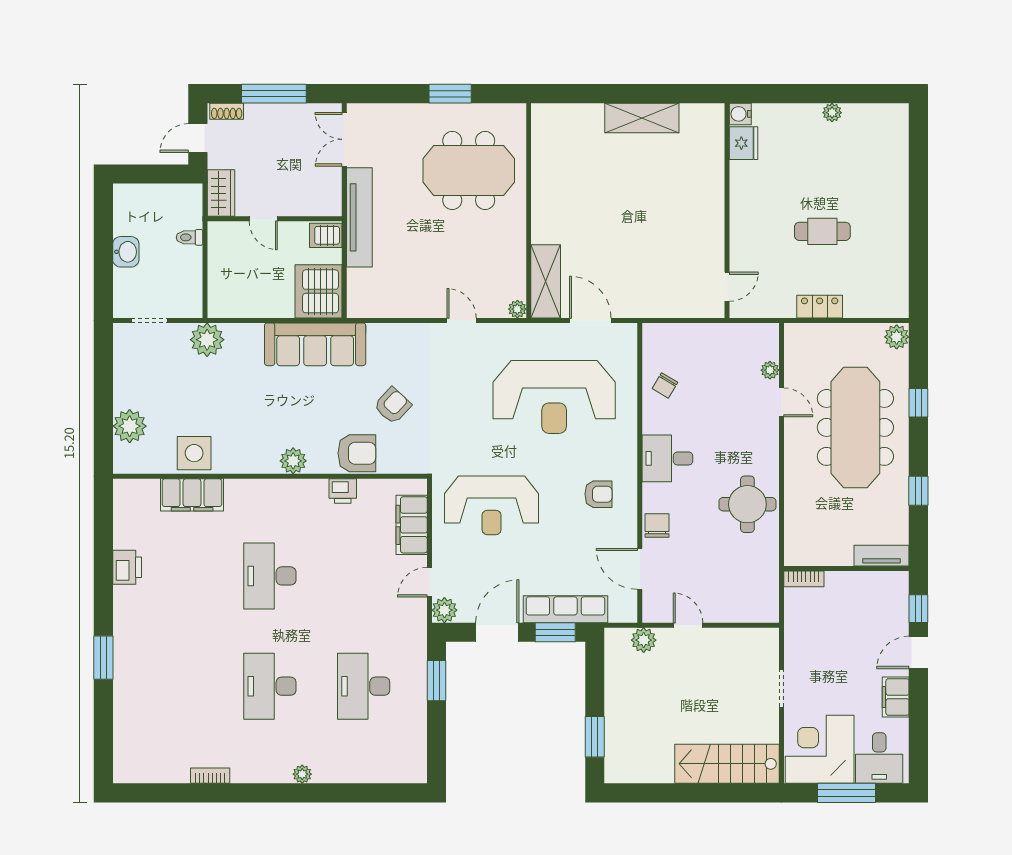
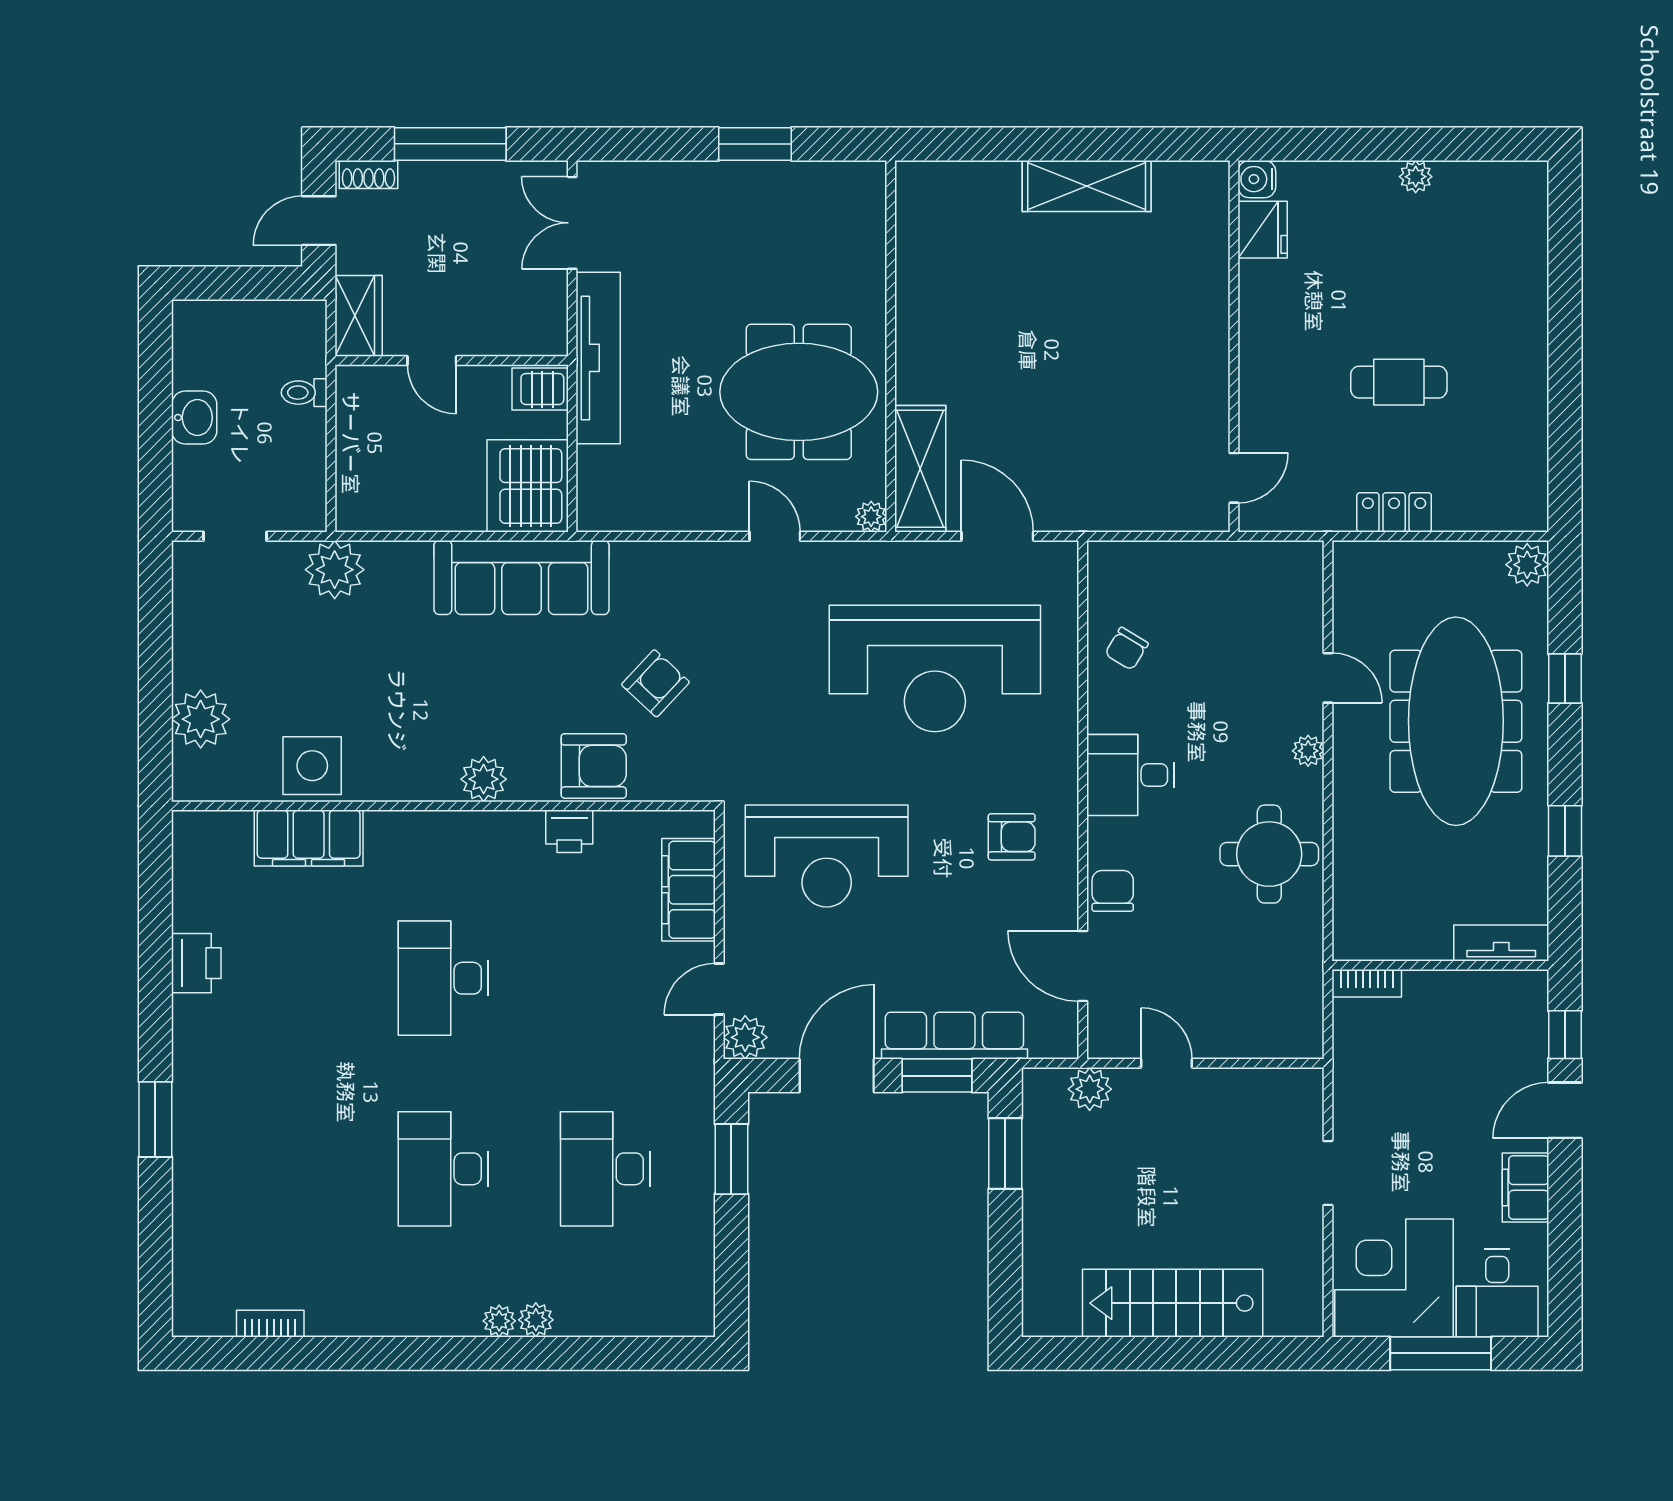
meeting table: (469, 170) -> (799, 392), moved
plant: (770, 370) -> (1308, 751), moved
window: (595, 737) -> (1005, 1154), moved
stairs: (727, 764) -> (1173, 1303), moved
plant: (323, 773) -> (536, 1320), added
bookcase: (210, 776) -> (270, 1324), moved

